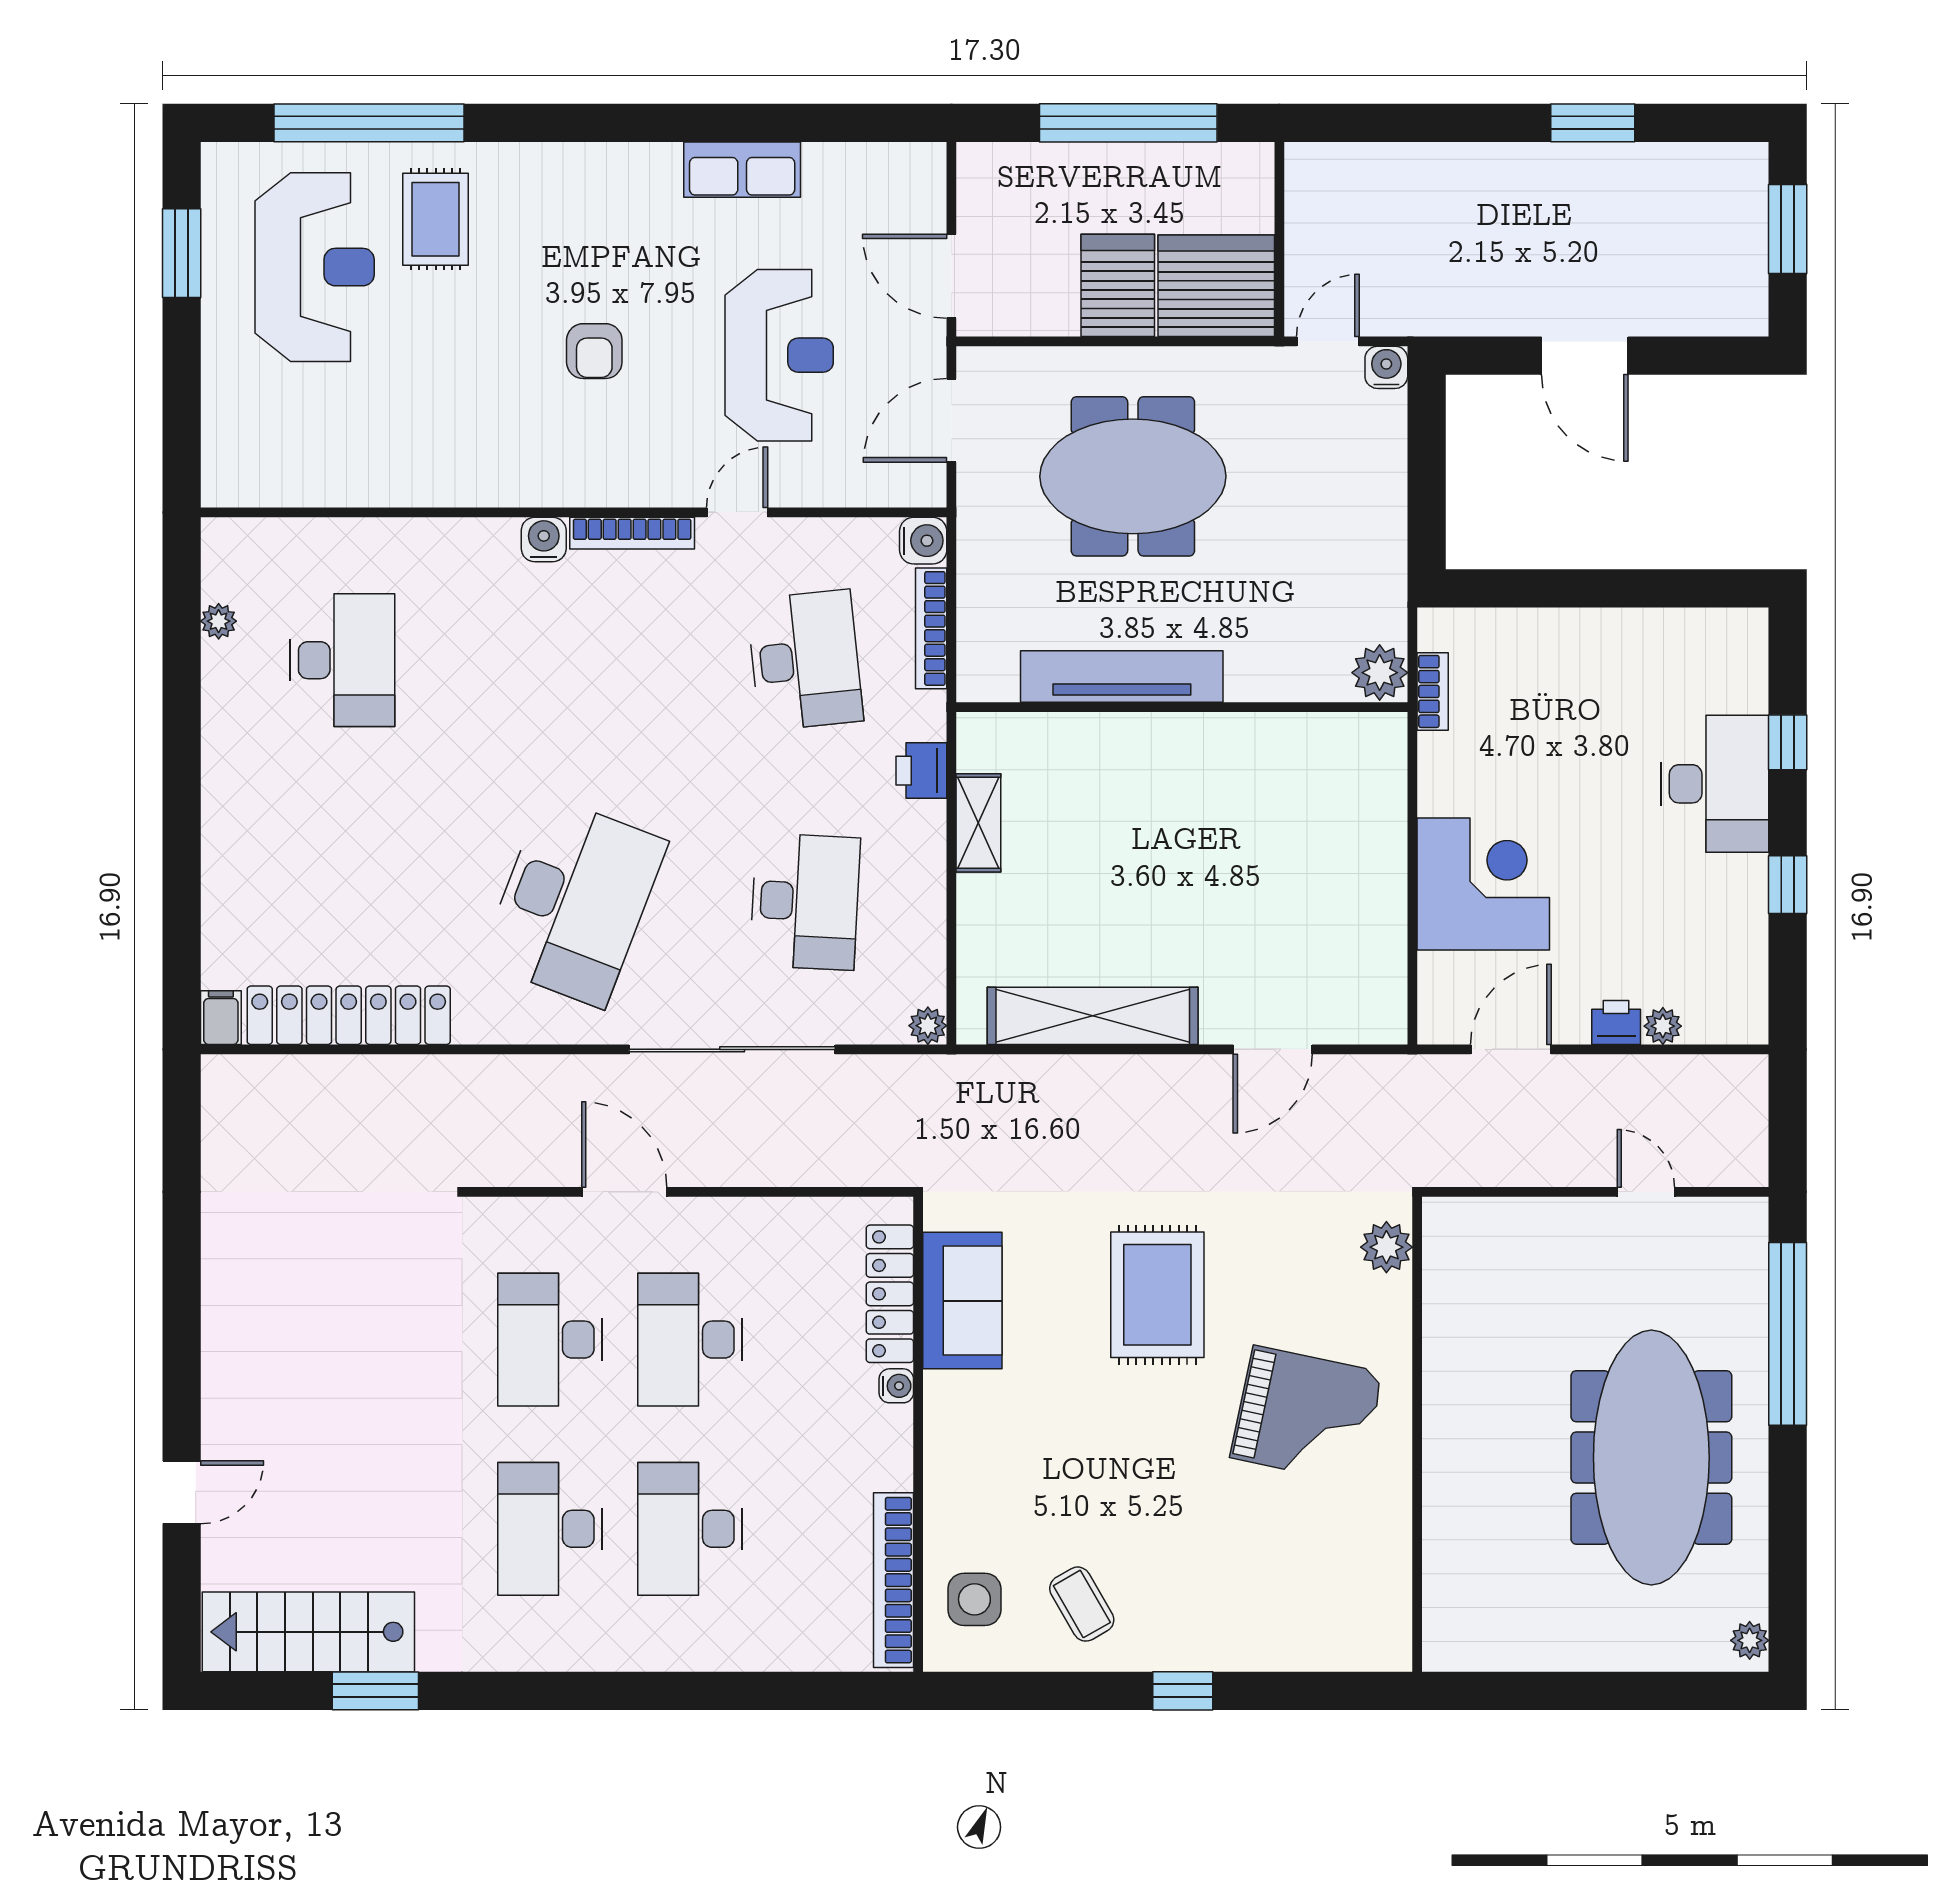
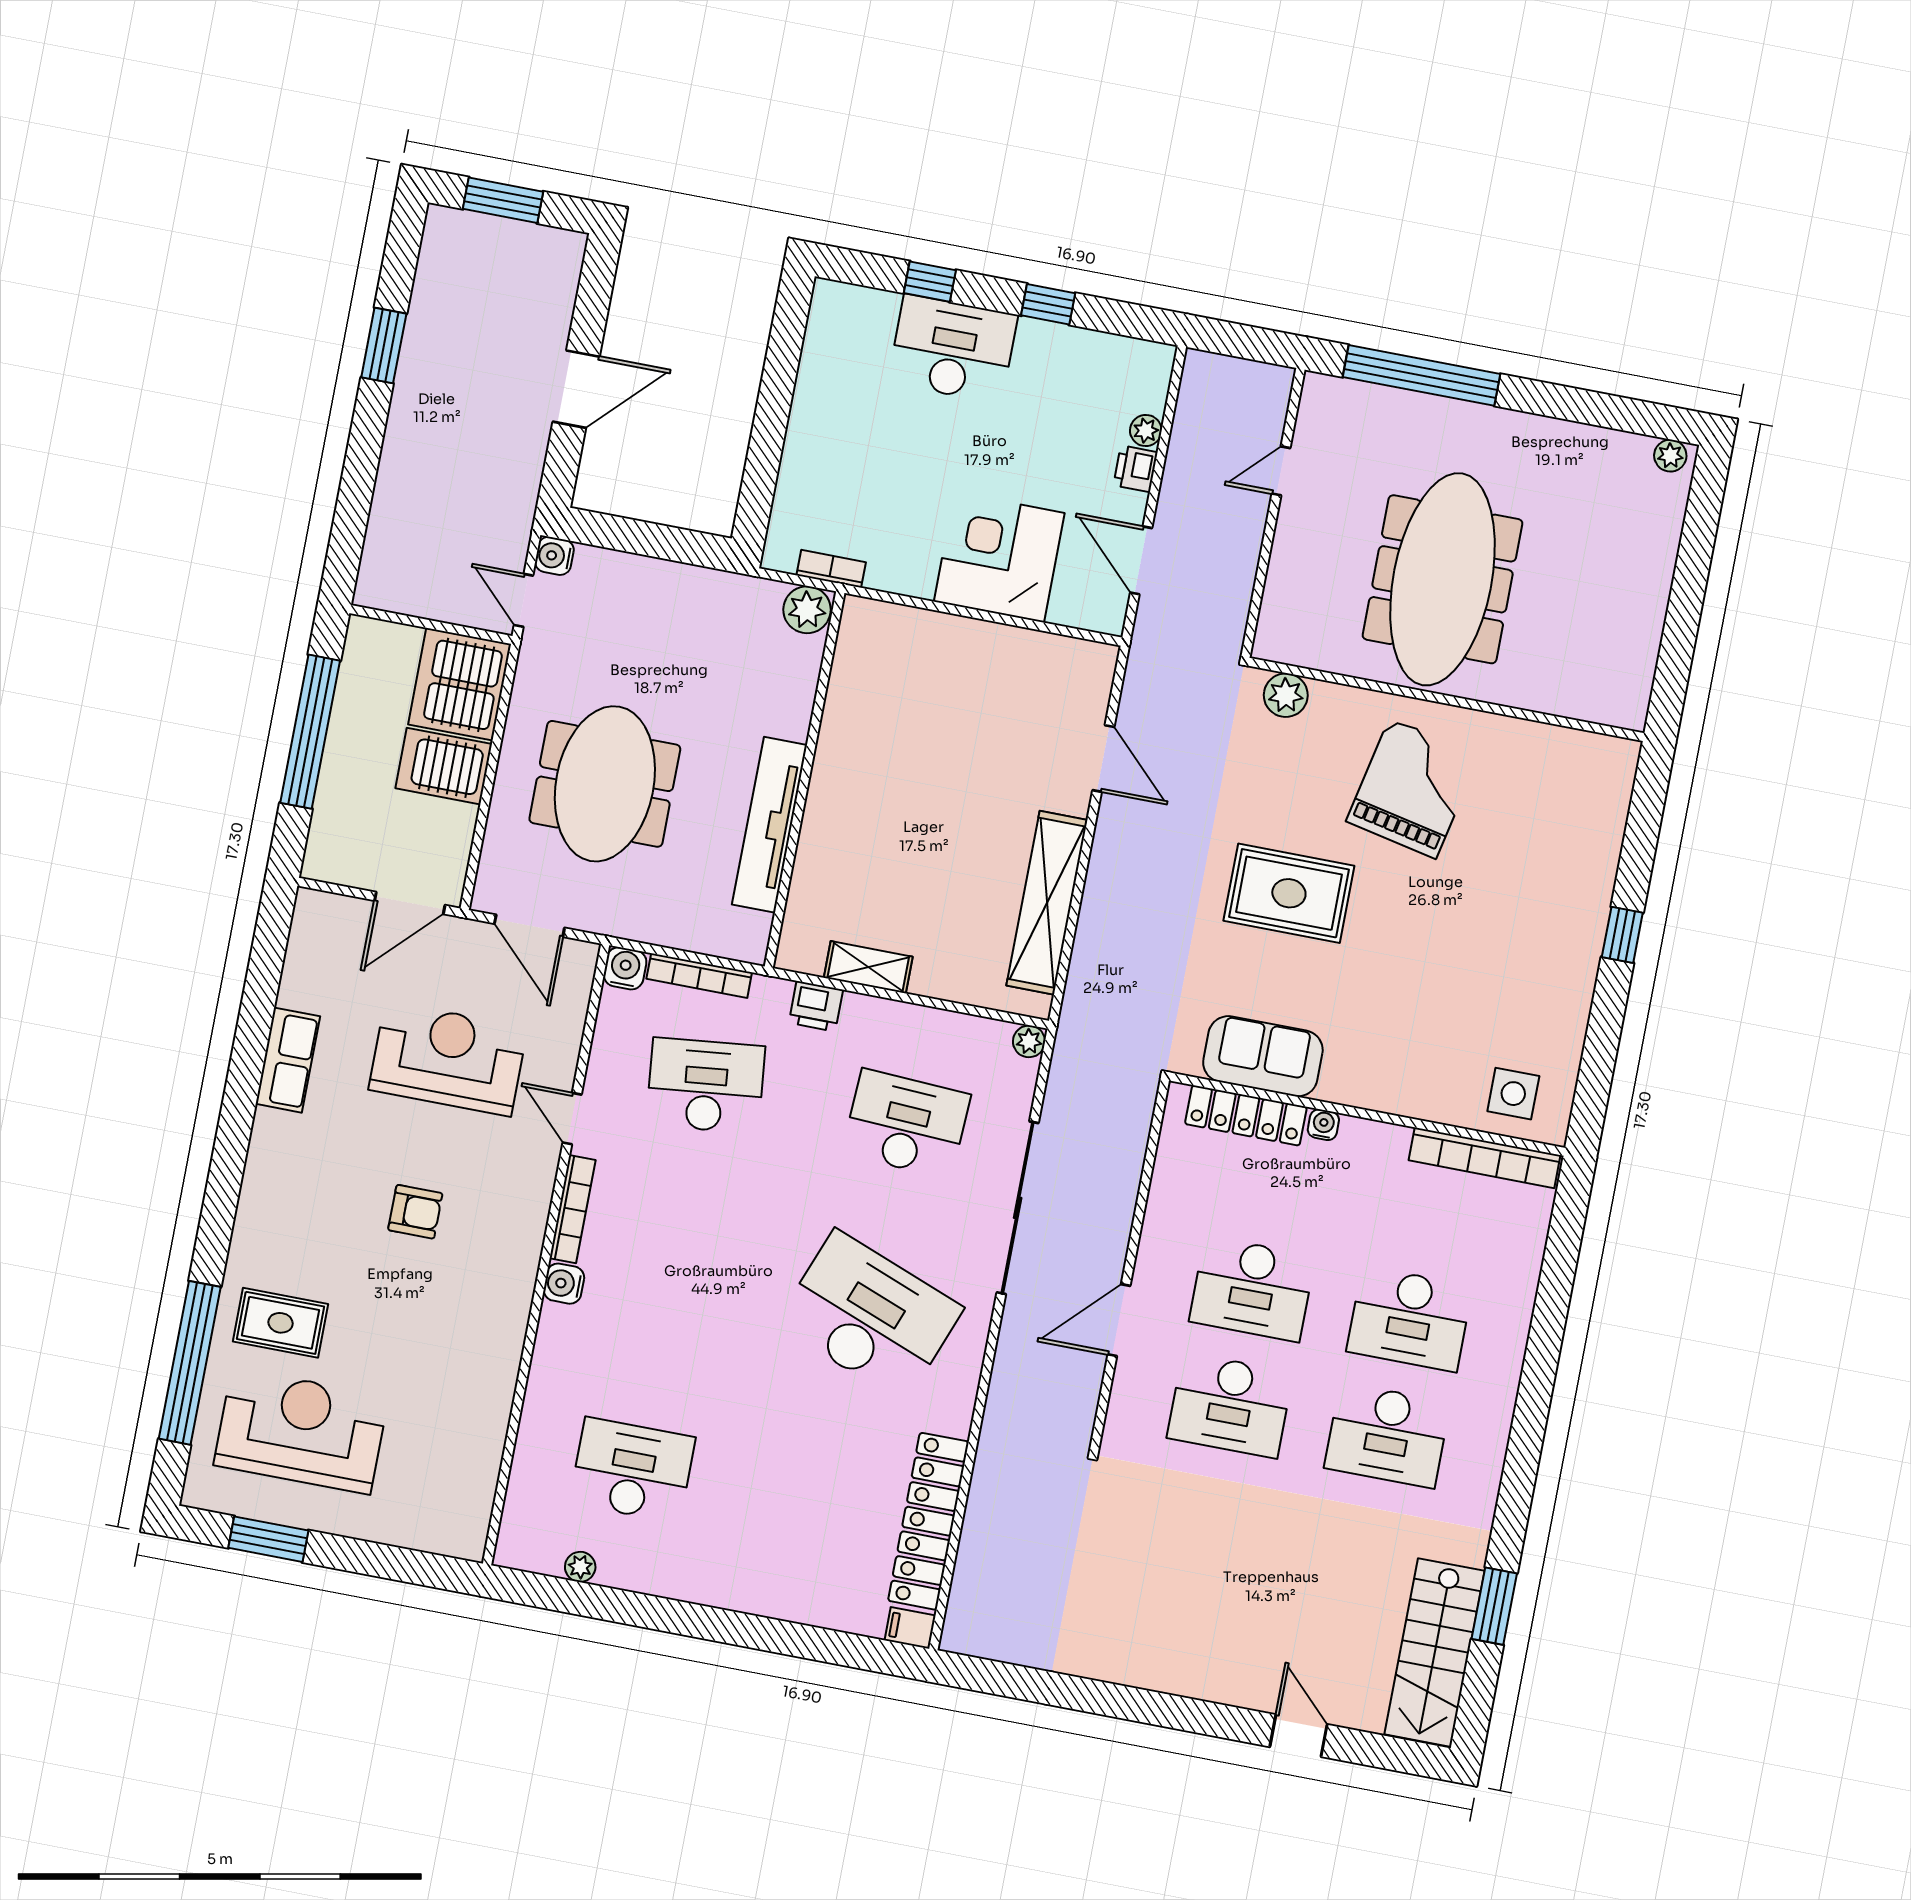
meeting table: (1651, 1457) -> (1442, 579), moved, turned 90
coffee table: (1082, 1604) -> (1534, 1005), removed

